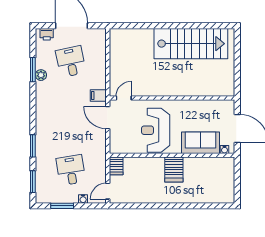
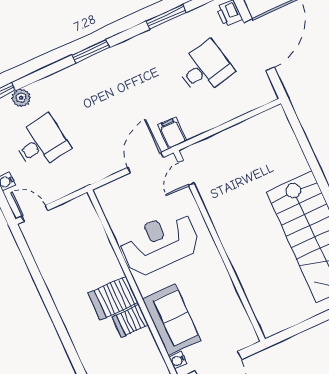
plant: (41, 75) -> (21, 98), moved
door: (124, 98) -> (186, 173), swing flipped
window: (33, 146) -> (91, 51), moved
server rack: (116, 166) -> (130, 321), moved

